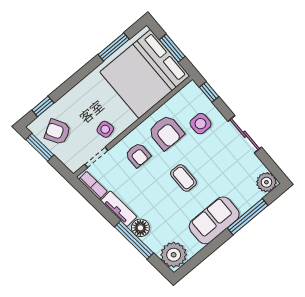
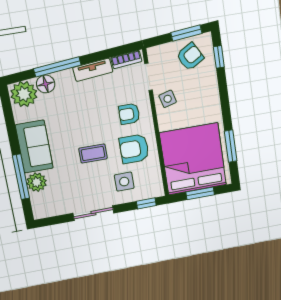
coffee table: (183, 178) -> (93, 153), moved
plant: (266, 182) -> (37, 182), moved
floor lamp: (140, 228) -> (46, 84), moved

